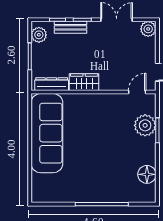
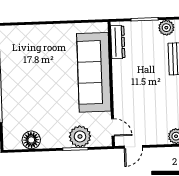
wardrobe: (84, 82) -> (121, 74), removed
sofa: (47, 133) -> (94, 72), moved, turned 90

